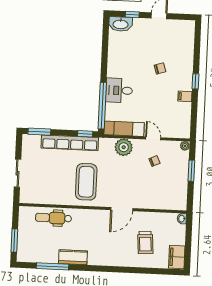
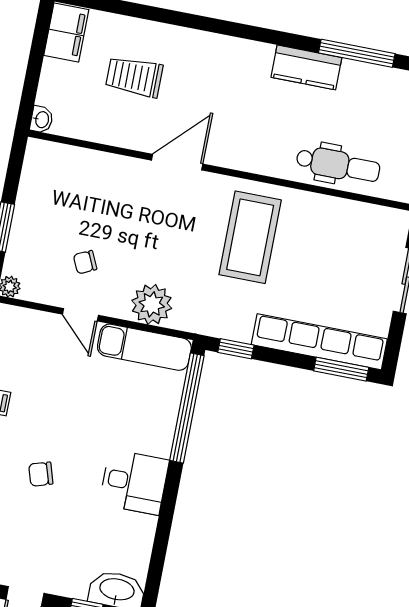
desk: (119, 90) -> (134, 482), moved
row of seats: (70, 143) -> (319, 342), moved
trolley: (145, 243) -> (134, 77), turned -86

